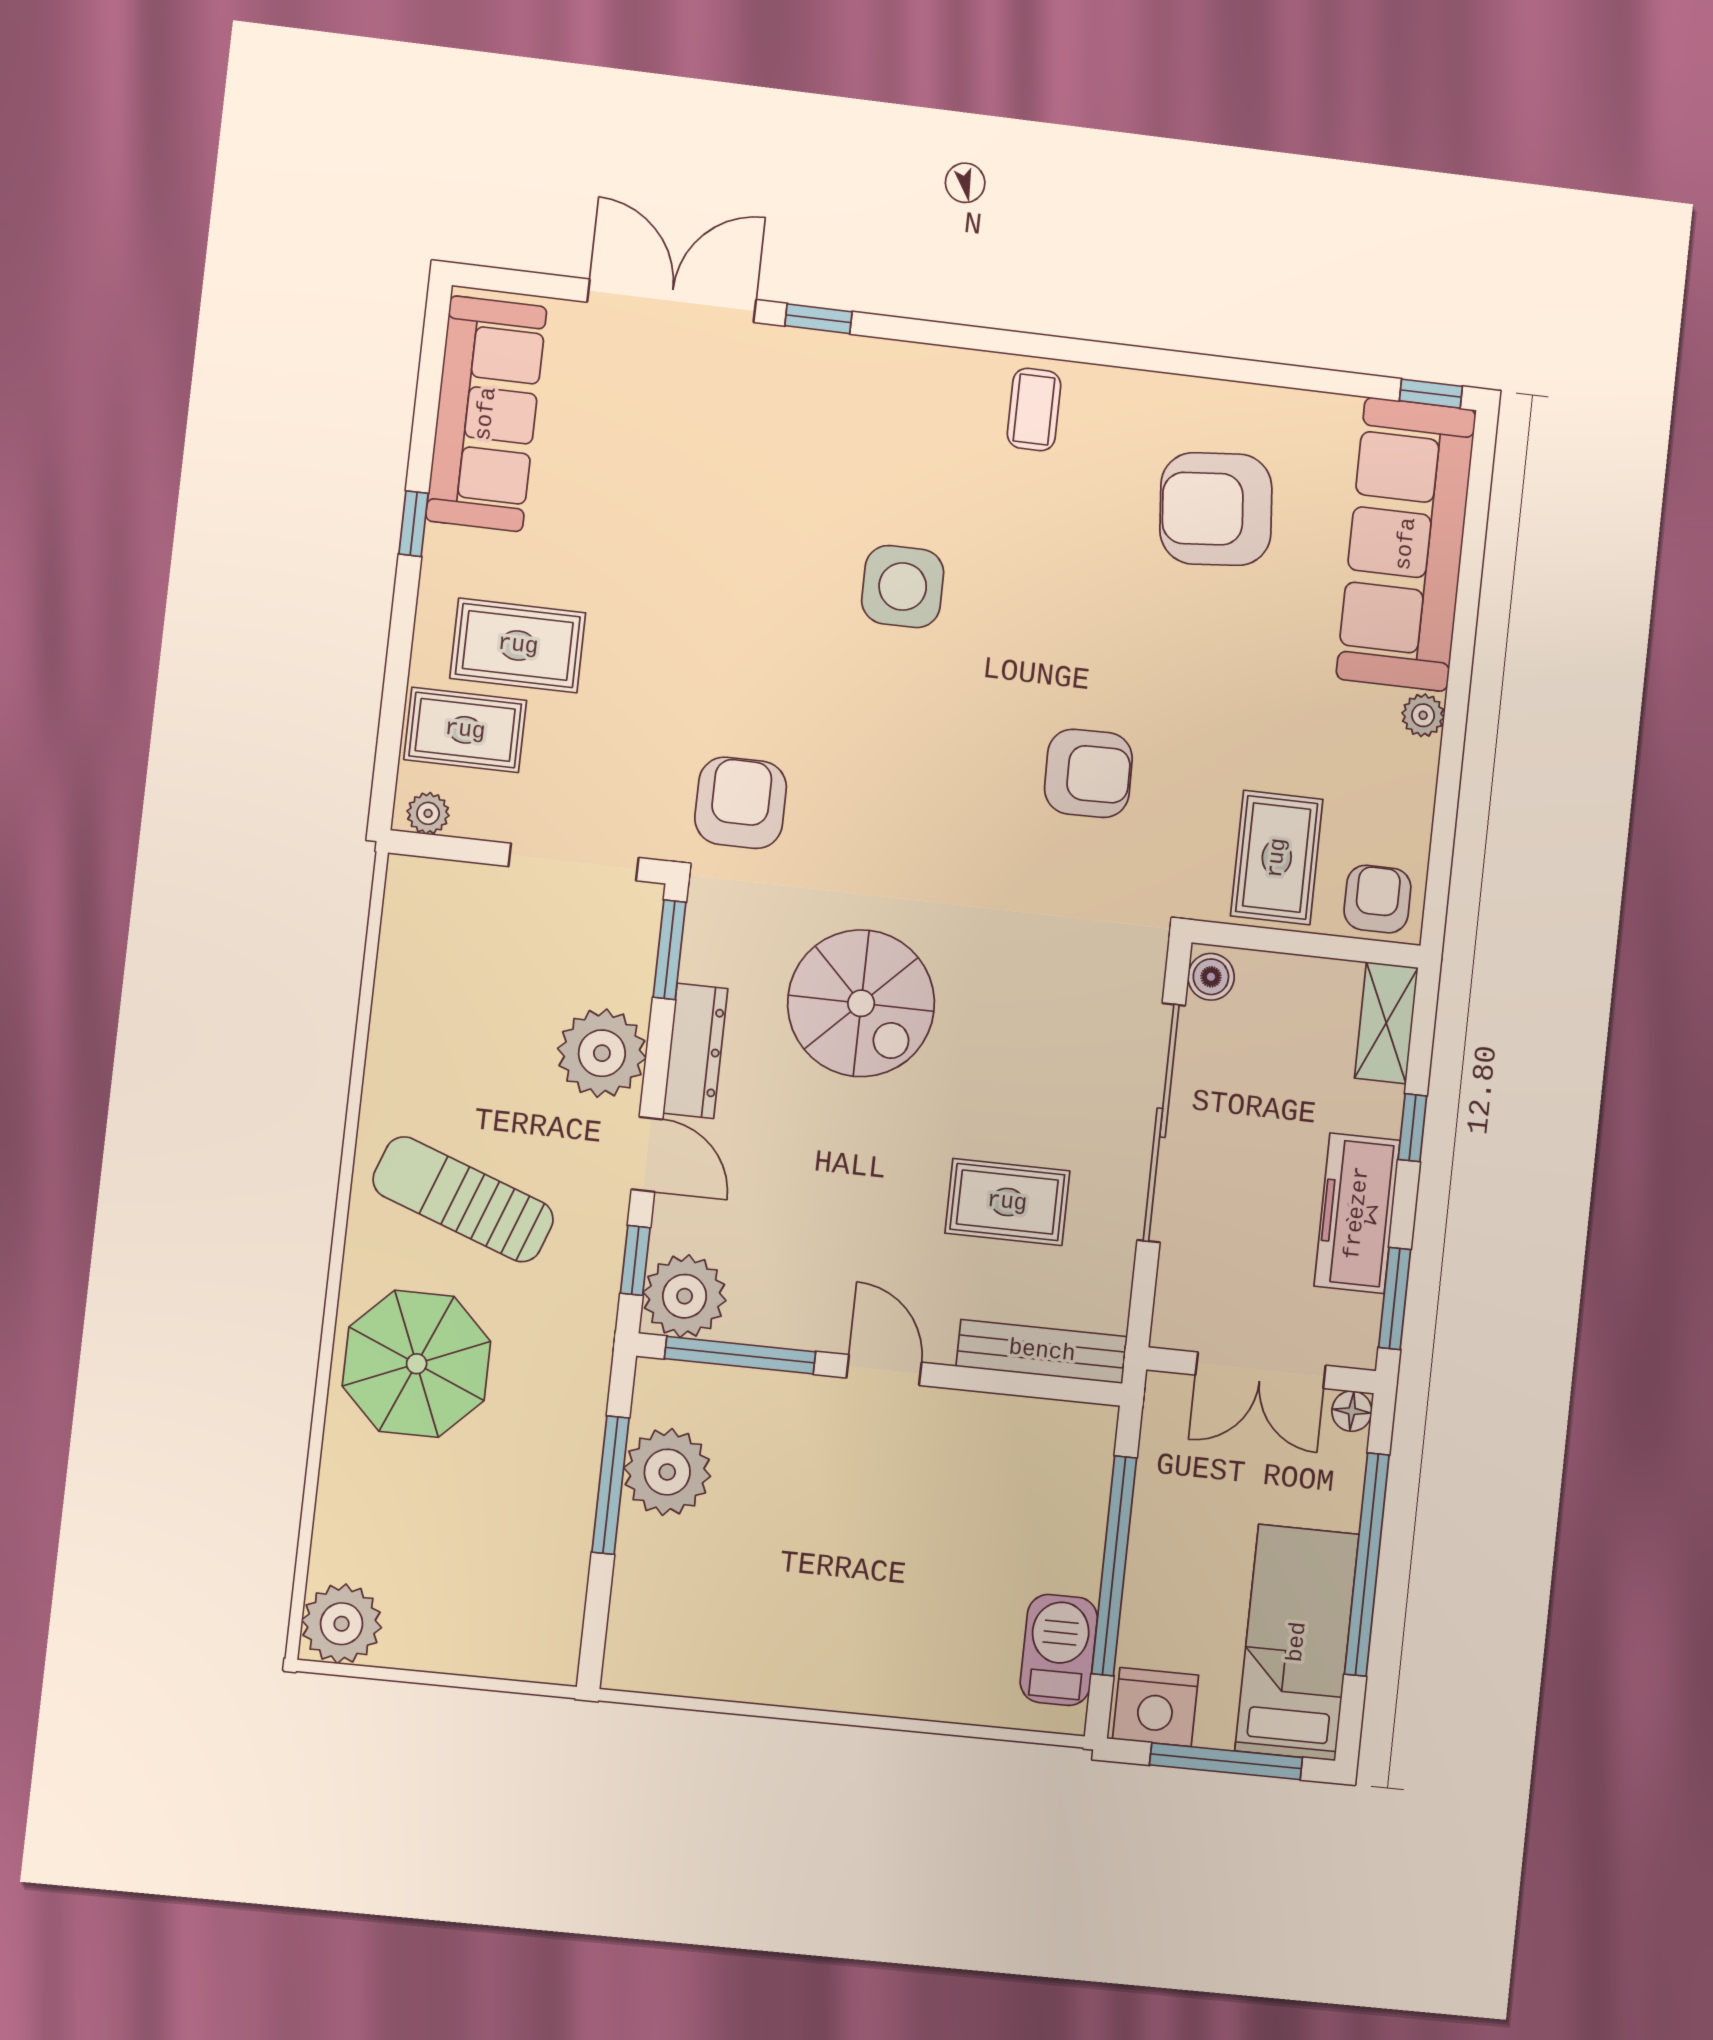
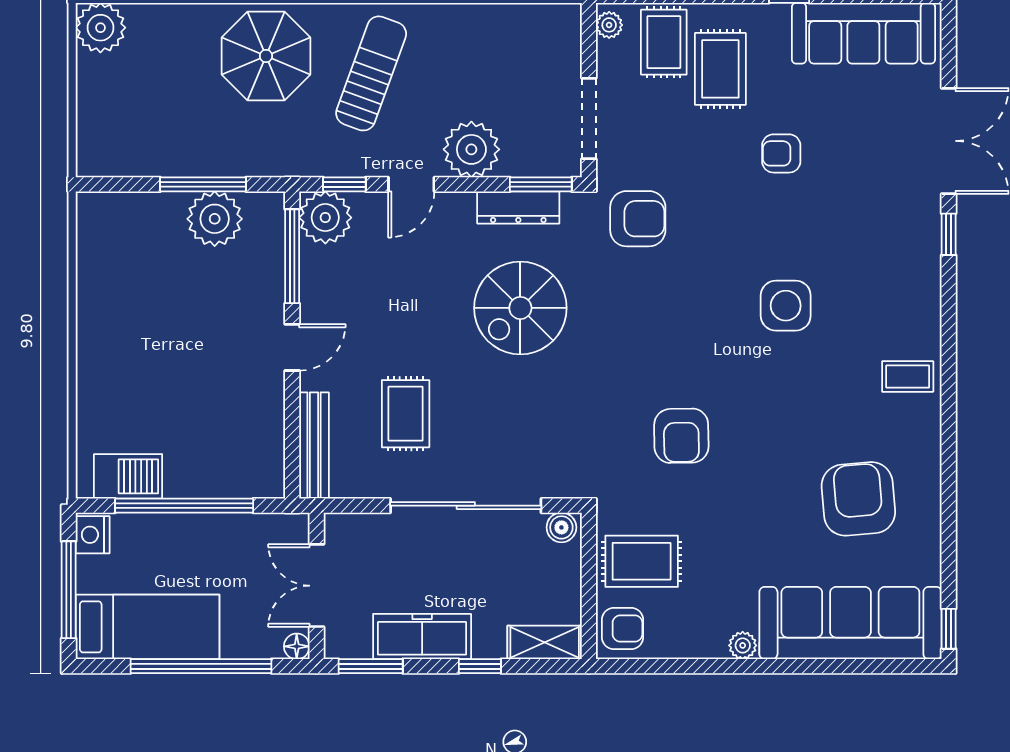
armchair: (662, 565) -> (781, 153), added
dresser: (695, 1051) -> (518, 207), moved
nightstand: (1156, 1707) -> (93, 535), width x0.74, depth x0.75

